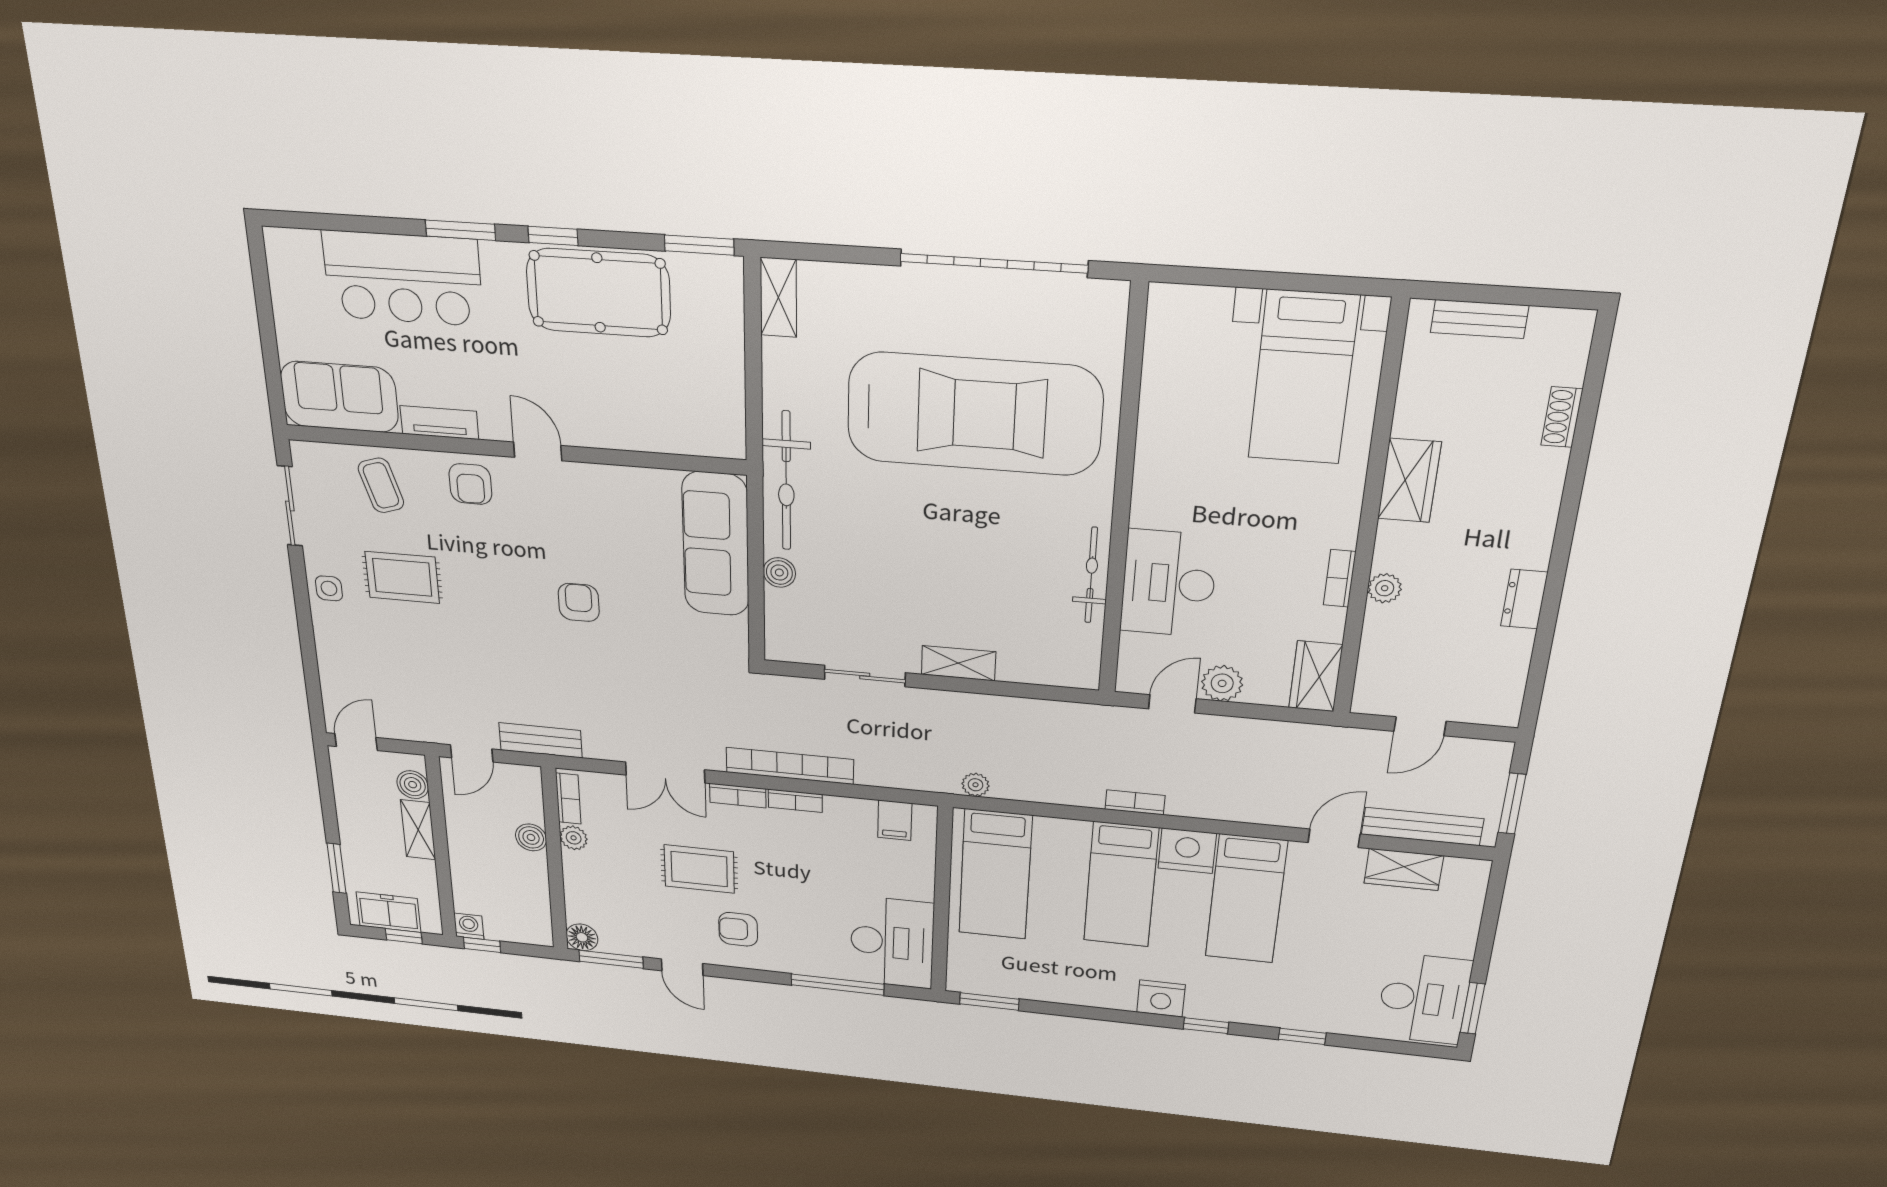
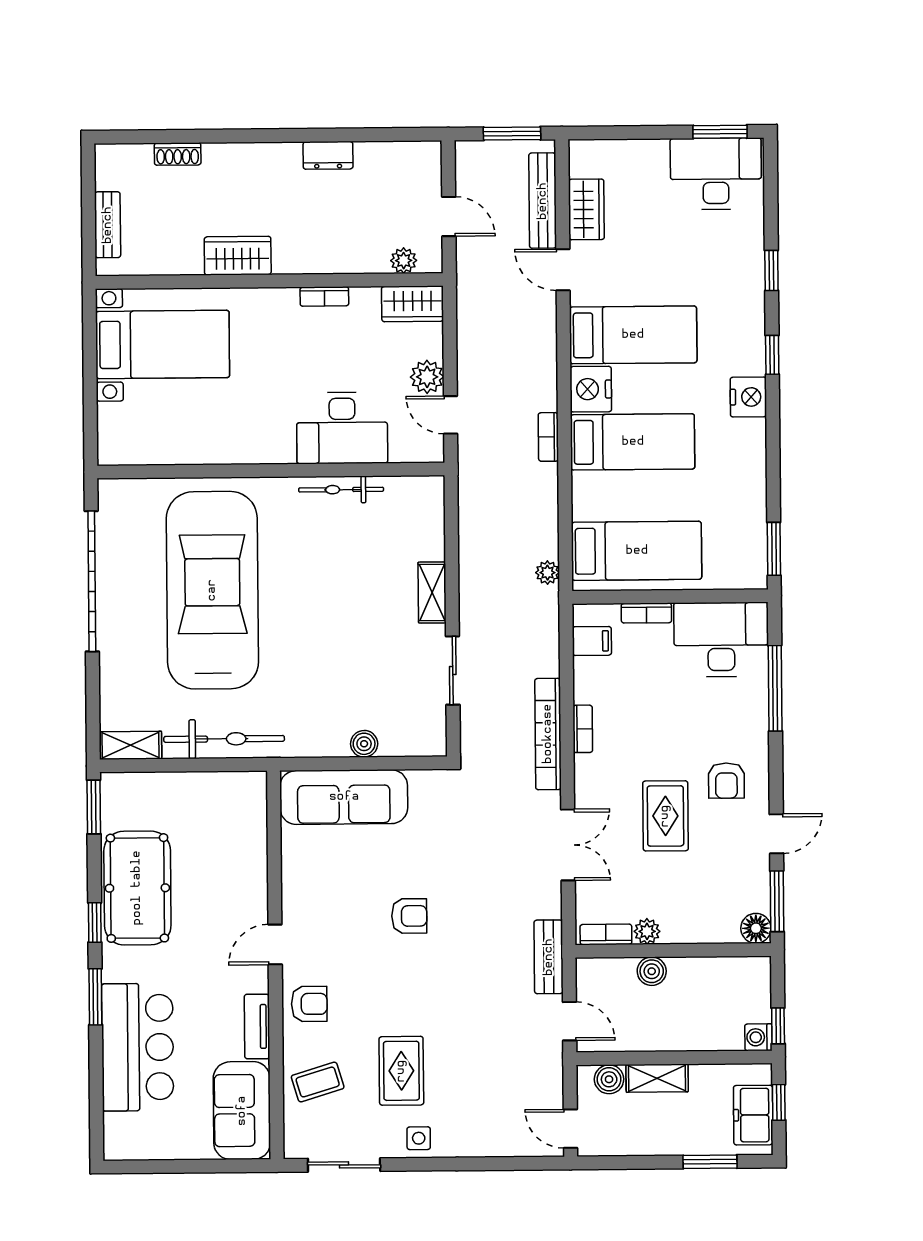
bicycle: (786, 481) -> (224, 739), moved
plant: (1385, 588) -> (404, 261), moved
armchair: (579, 602) -> (409, 916), turned 180
bookcase: (738, 796) -> (646, 613), moved, turned 90

